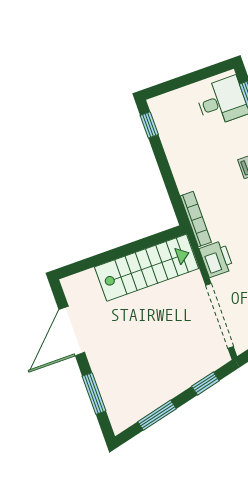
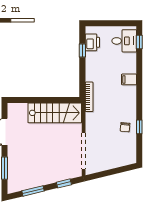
window: (149, 125) -> (82, 51), moved
printer: (216, 259) -> (92, 42), moved

